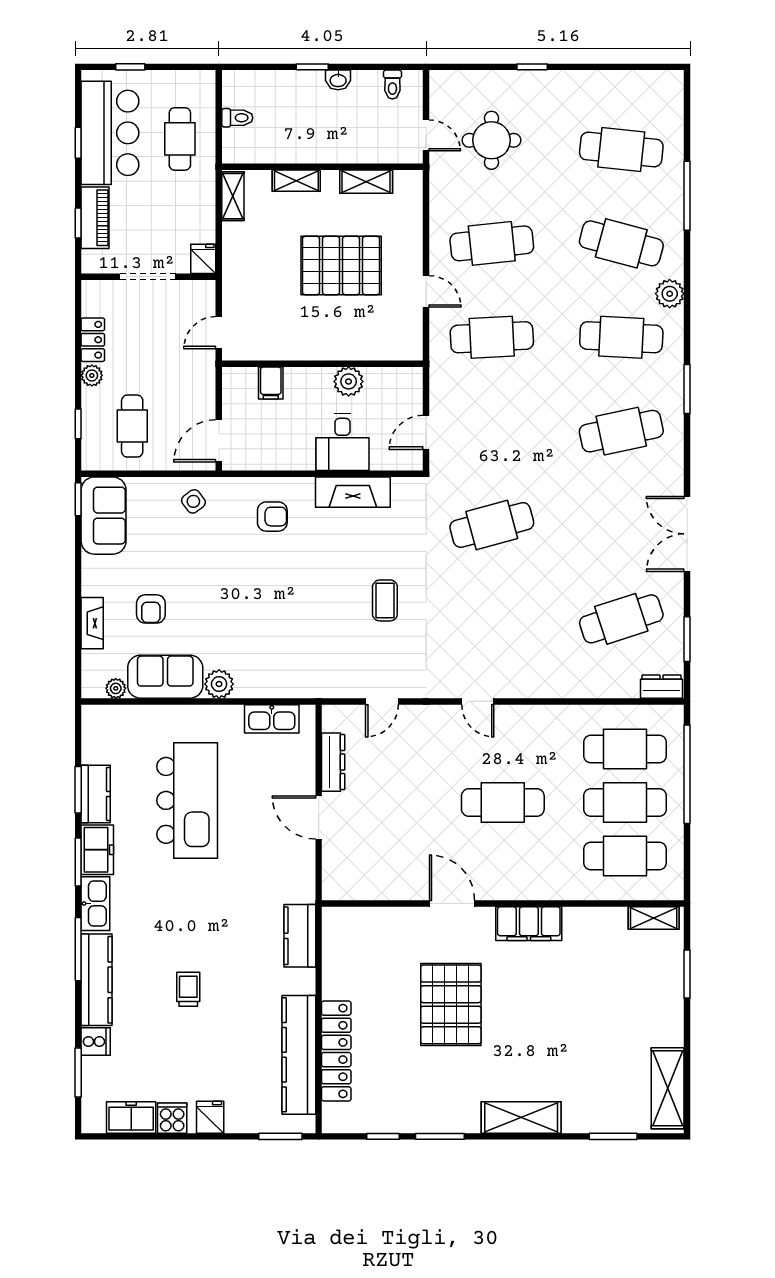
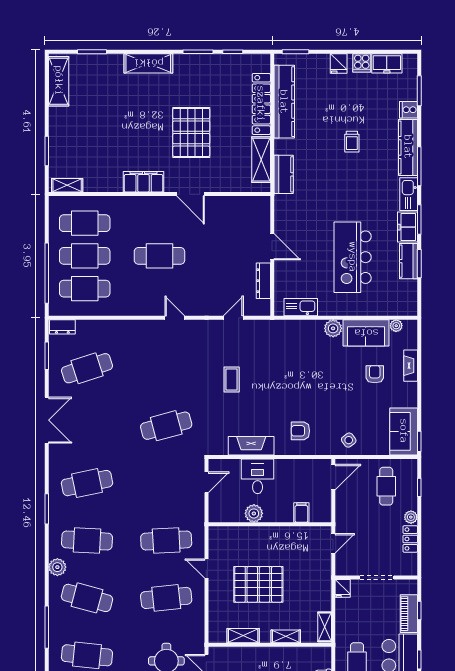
shelving: (337, 960) -> (261, 160), added

